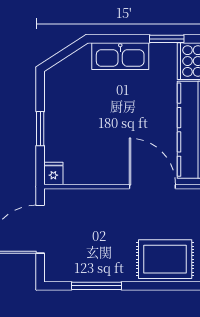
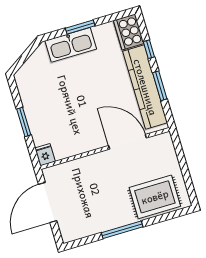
window: (167, 39) -> (80, 27), moved
window: (96, 286) -> (122, 230), moved

